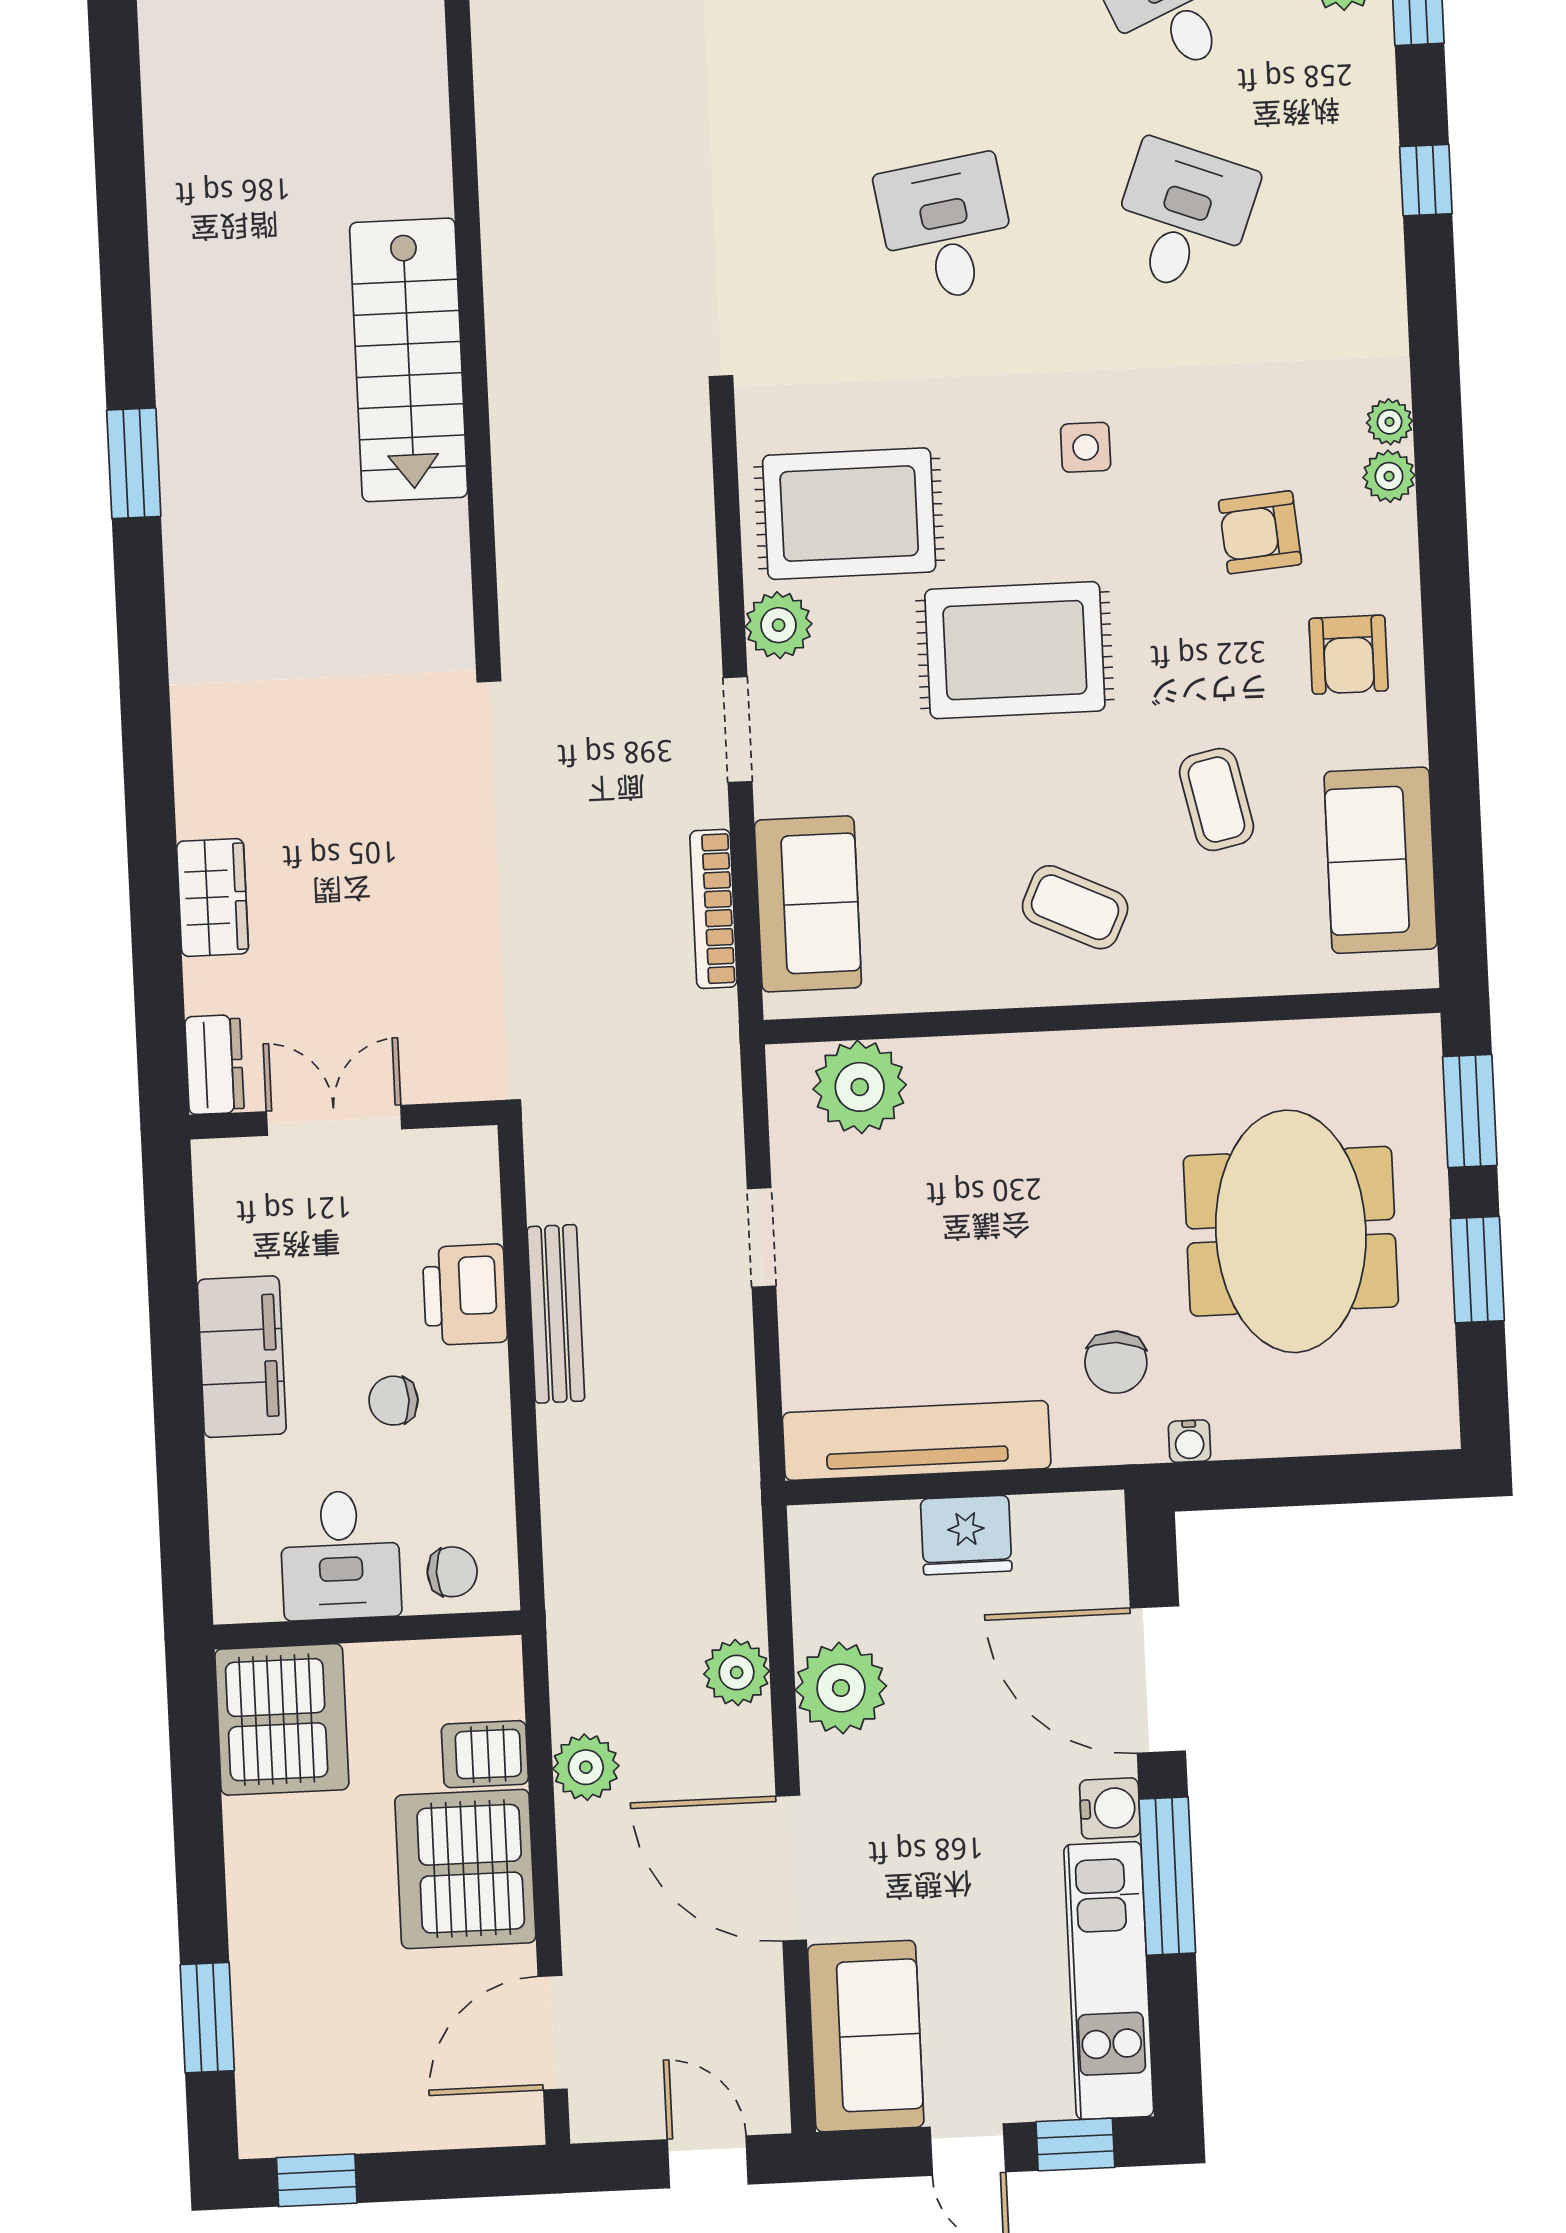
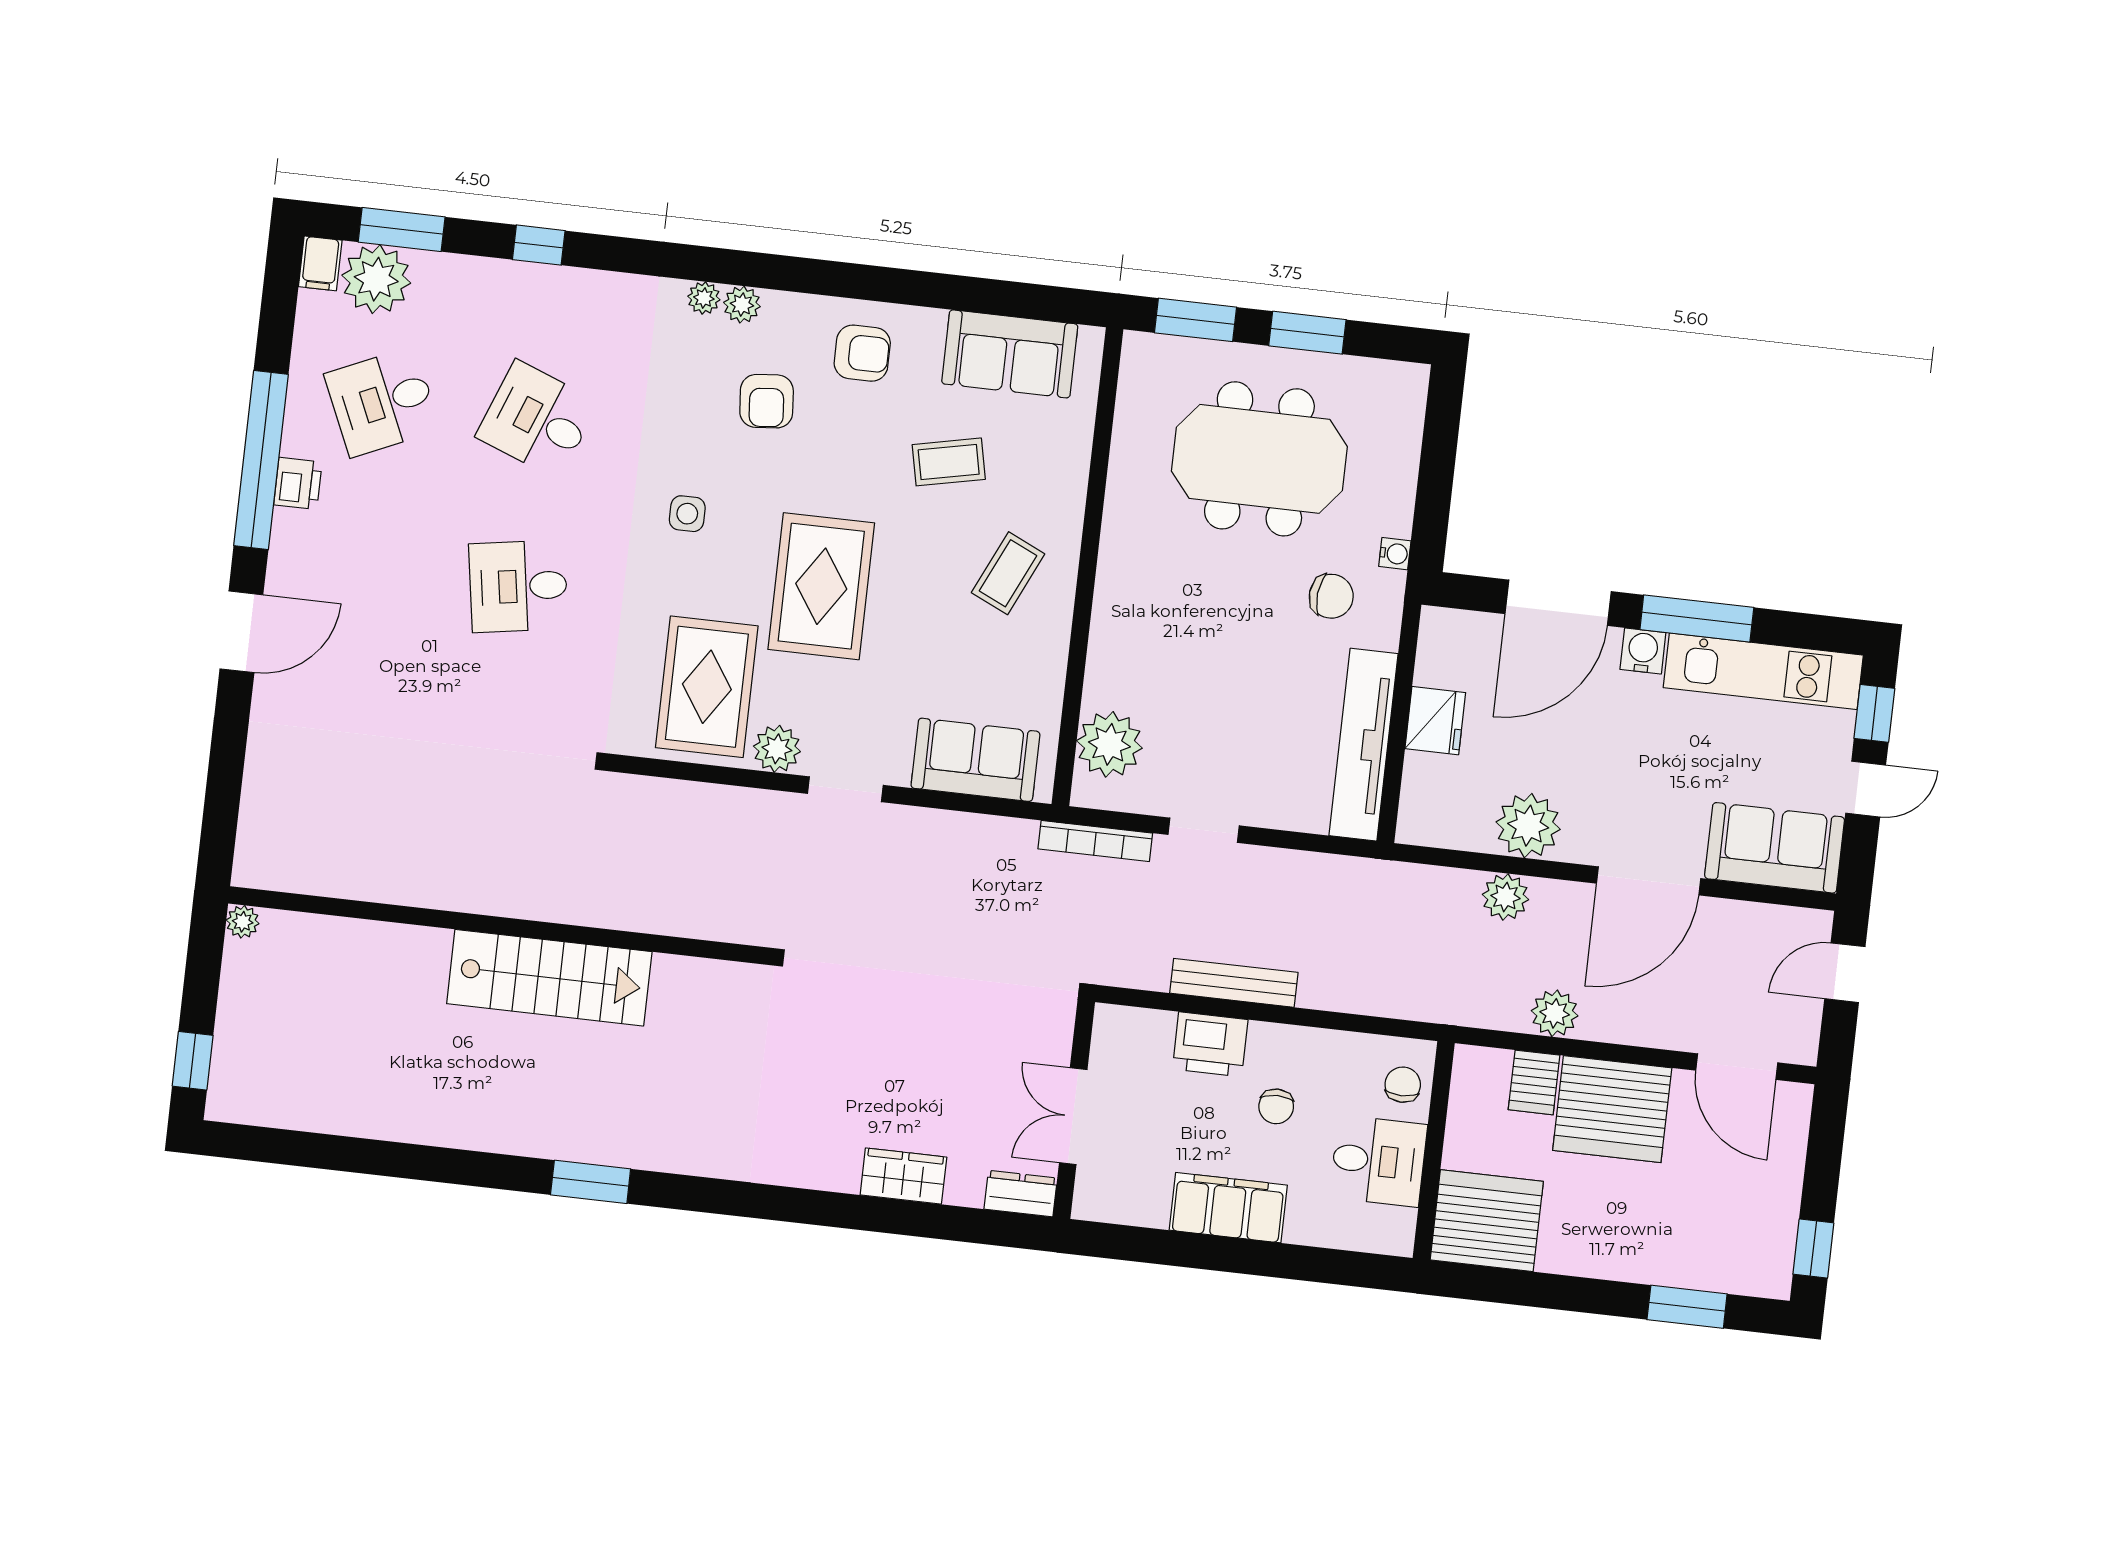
bookcase: (713, 909) -> (1095, 841), moved

